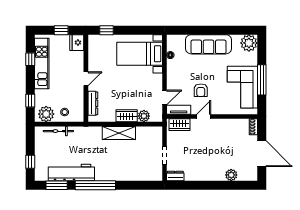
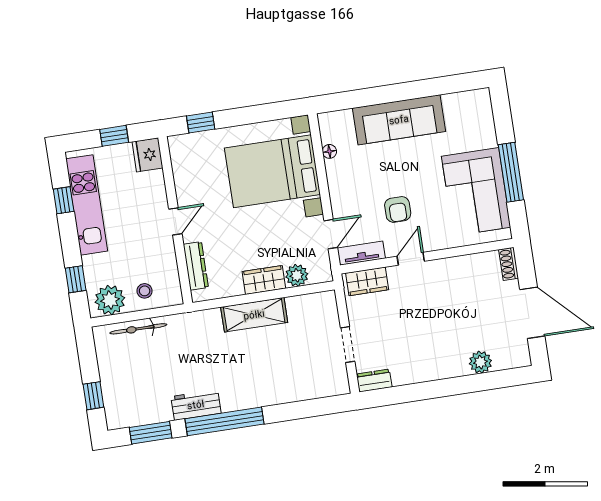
plant: (249, 43) -> (476, 105), removed
bed with nightstands: (140, 54) -> (272, 171), width x1.36
workbench: (71, 173) -> (196, 405), width x0.53, depth x0.76

